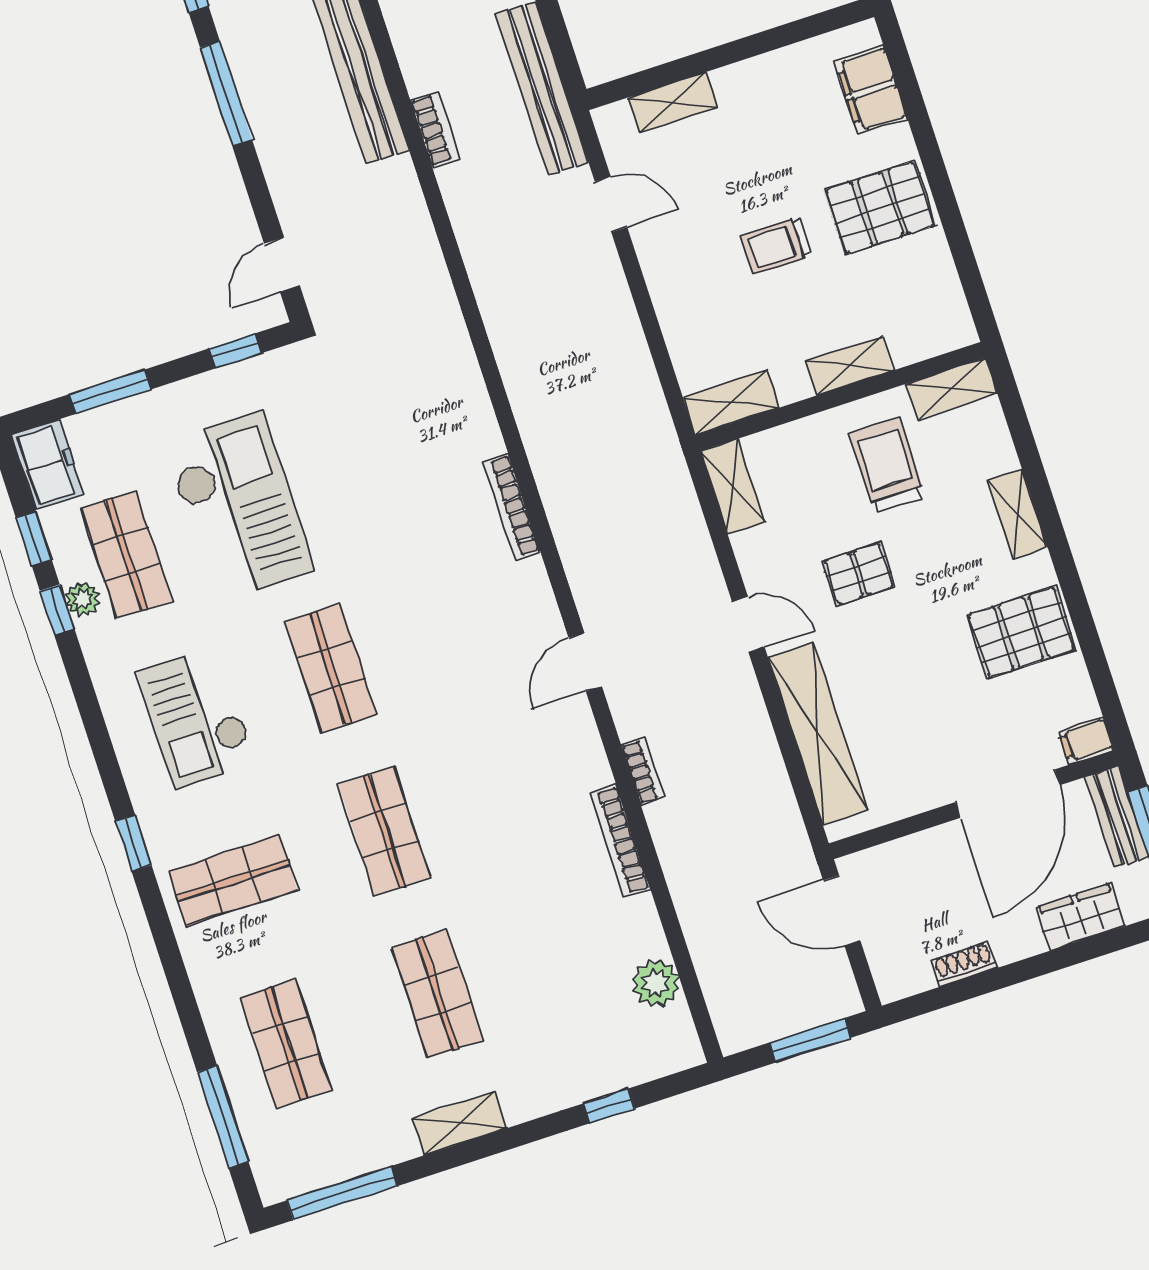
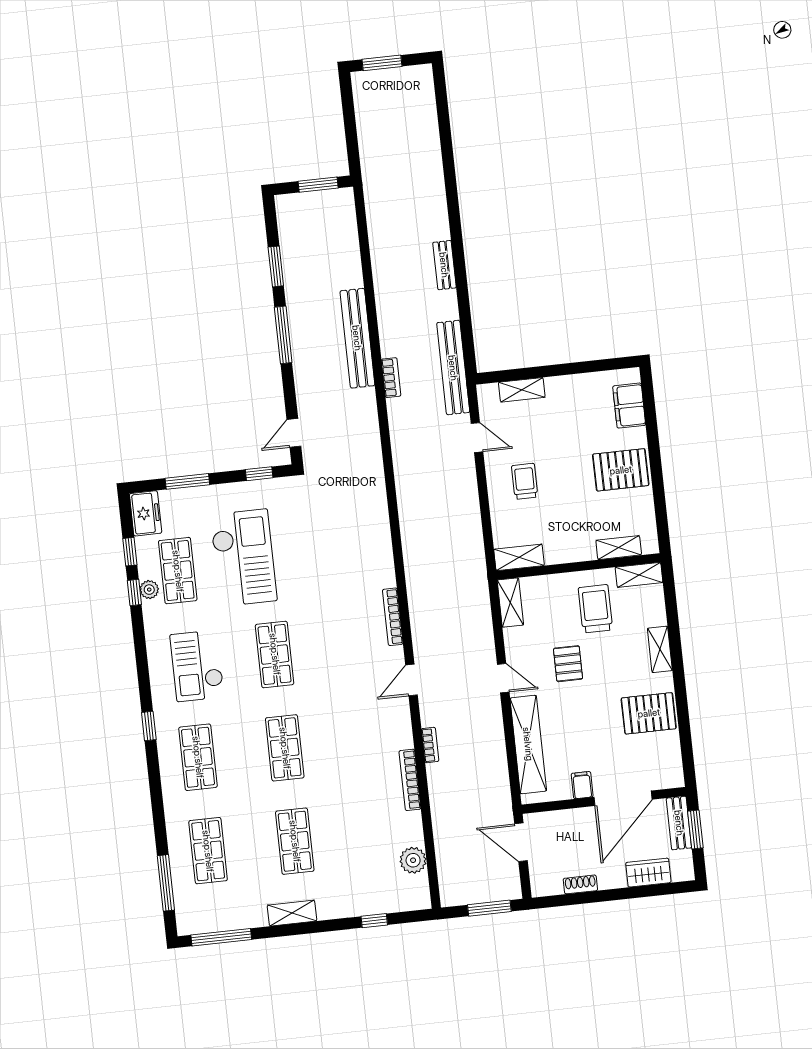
trolley: (776, 245) -> (525, 481), moved, turned 90
shelving: (850, 366) -> (619, 548), moved
bookcase: (512, 507) -> (393, 617), moved
pallet: (859, 574) -> (568, 664), turned 90
filing cabinet: (1086, 741) -> (582, 785), moved, turned 90
shop shelf: (233, 880) -> (198, 757), turned 90

